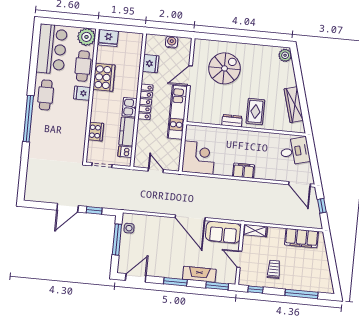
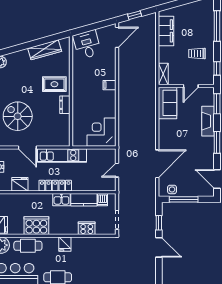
fridge: (82, 93) -> (65, 244), moved
filing cabinet: (244, 171) -> (109, 85), width x0.50
door: (190, 218) -> (157, 164), moved

